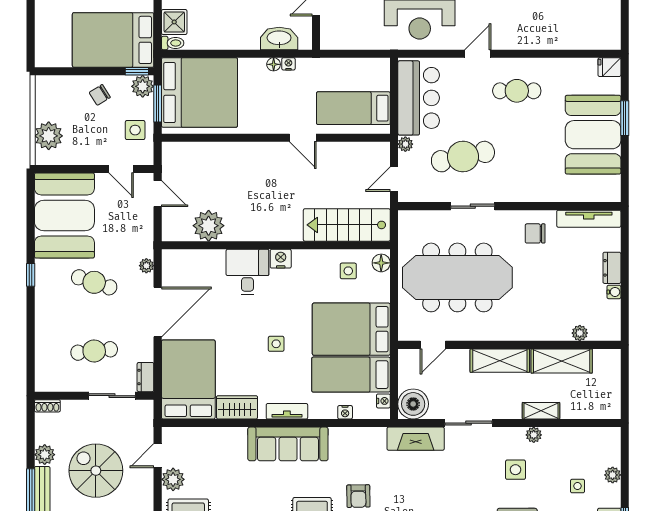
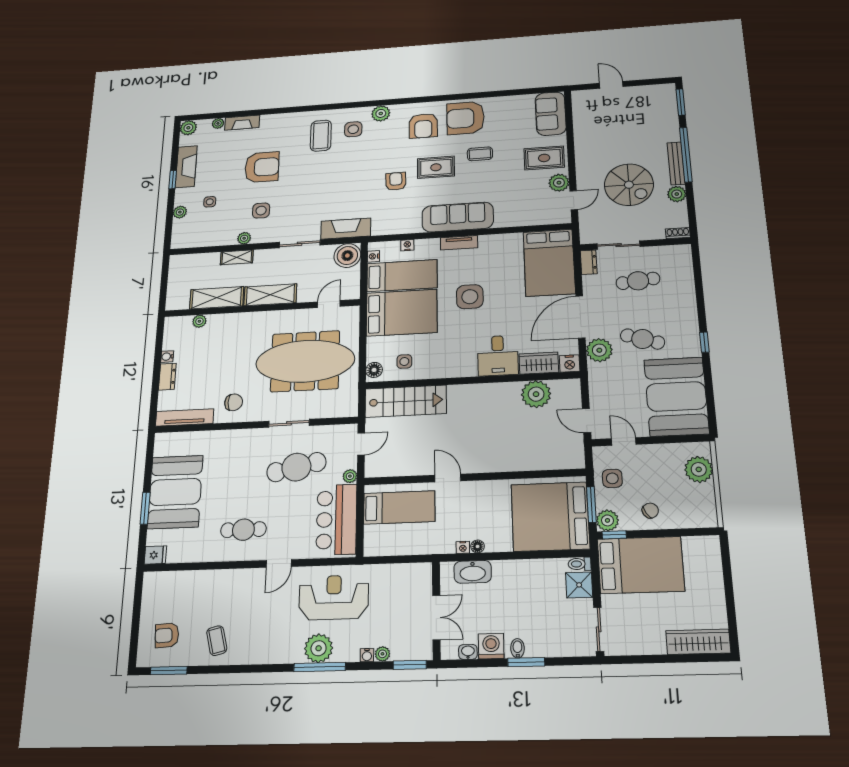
nightstand: (281, 259) -> (570, 363), moved
plant: (146, 266) -> (599, 350), width x1.88, depth x1.88
side table: (276, 344) -> (470, 297), width x1.87, depth x1.87
wardrobe: (237, 407) -> (539, 363), moved, turned 180

